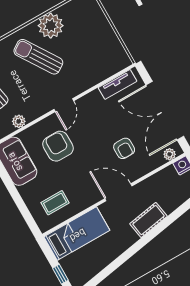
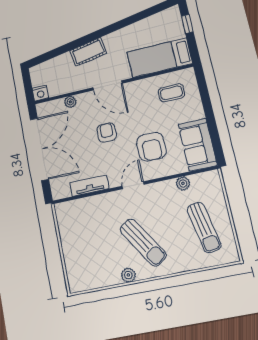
plant: (51, 26) -> (128, 275), width x0.53, depth x0.53
tv unit: (117, 84) -> (89, 186), moved
armchair: (124, 148) -> (107, 133), moved
plant: (170, 154) -> (70, 102), moved

